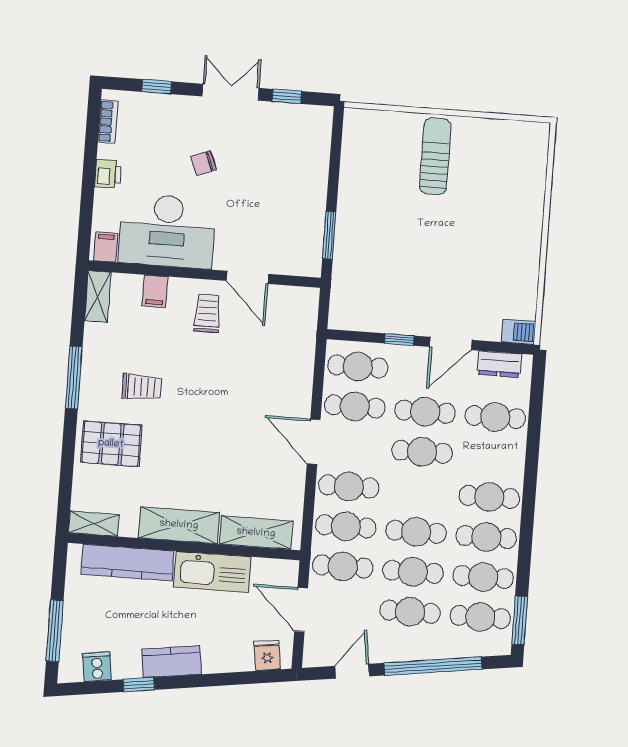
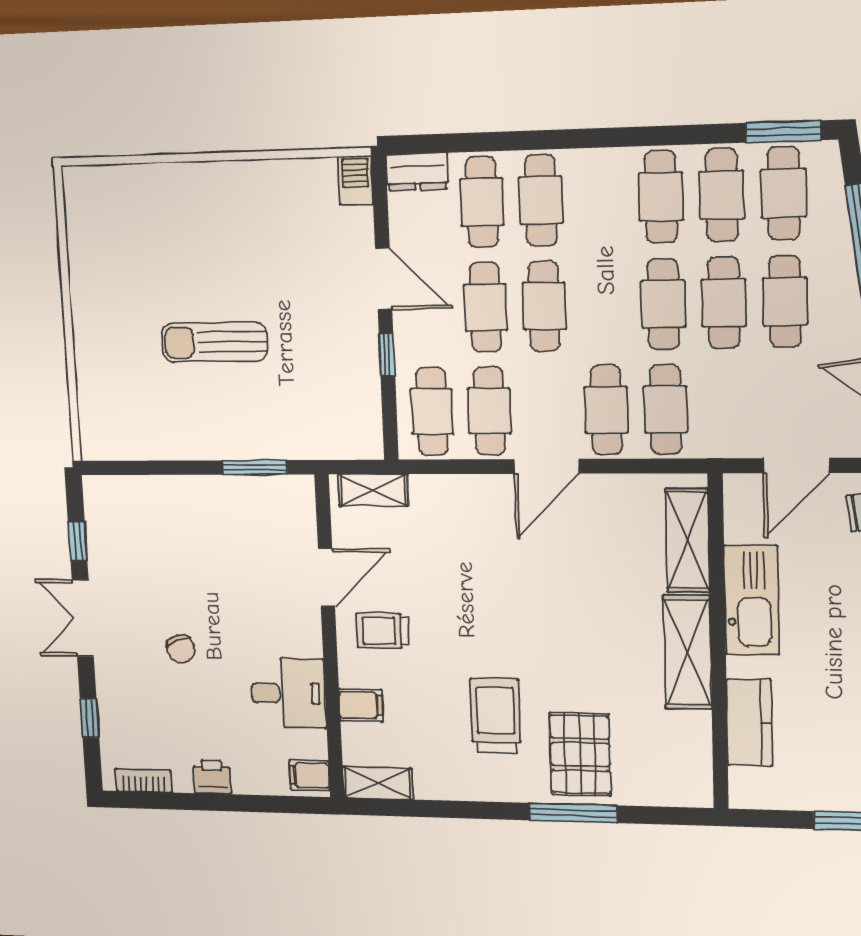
sun lounger: (435, 156) -> (214, 342), moved
desk: (167, 231) -> (288, 693), width x0.53, depth x0.77
dresser: (499, 364) -> (417, 172), moved, turned 90
window: (74, 378) -> (573, 813), moved
trolley: (142, 387) -> (495, 716), width x1.36, depth x1.39
cafe table: (489, 497) -> (541, 200), moved
shelving: (94, 524) -> (373, 490), moved, turned 90
kitchen counter: (128, 563) -> (749, 722), width x0.67
cafe table: (343, 566) -> (726, 409), removed

